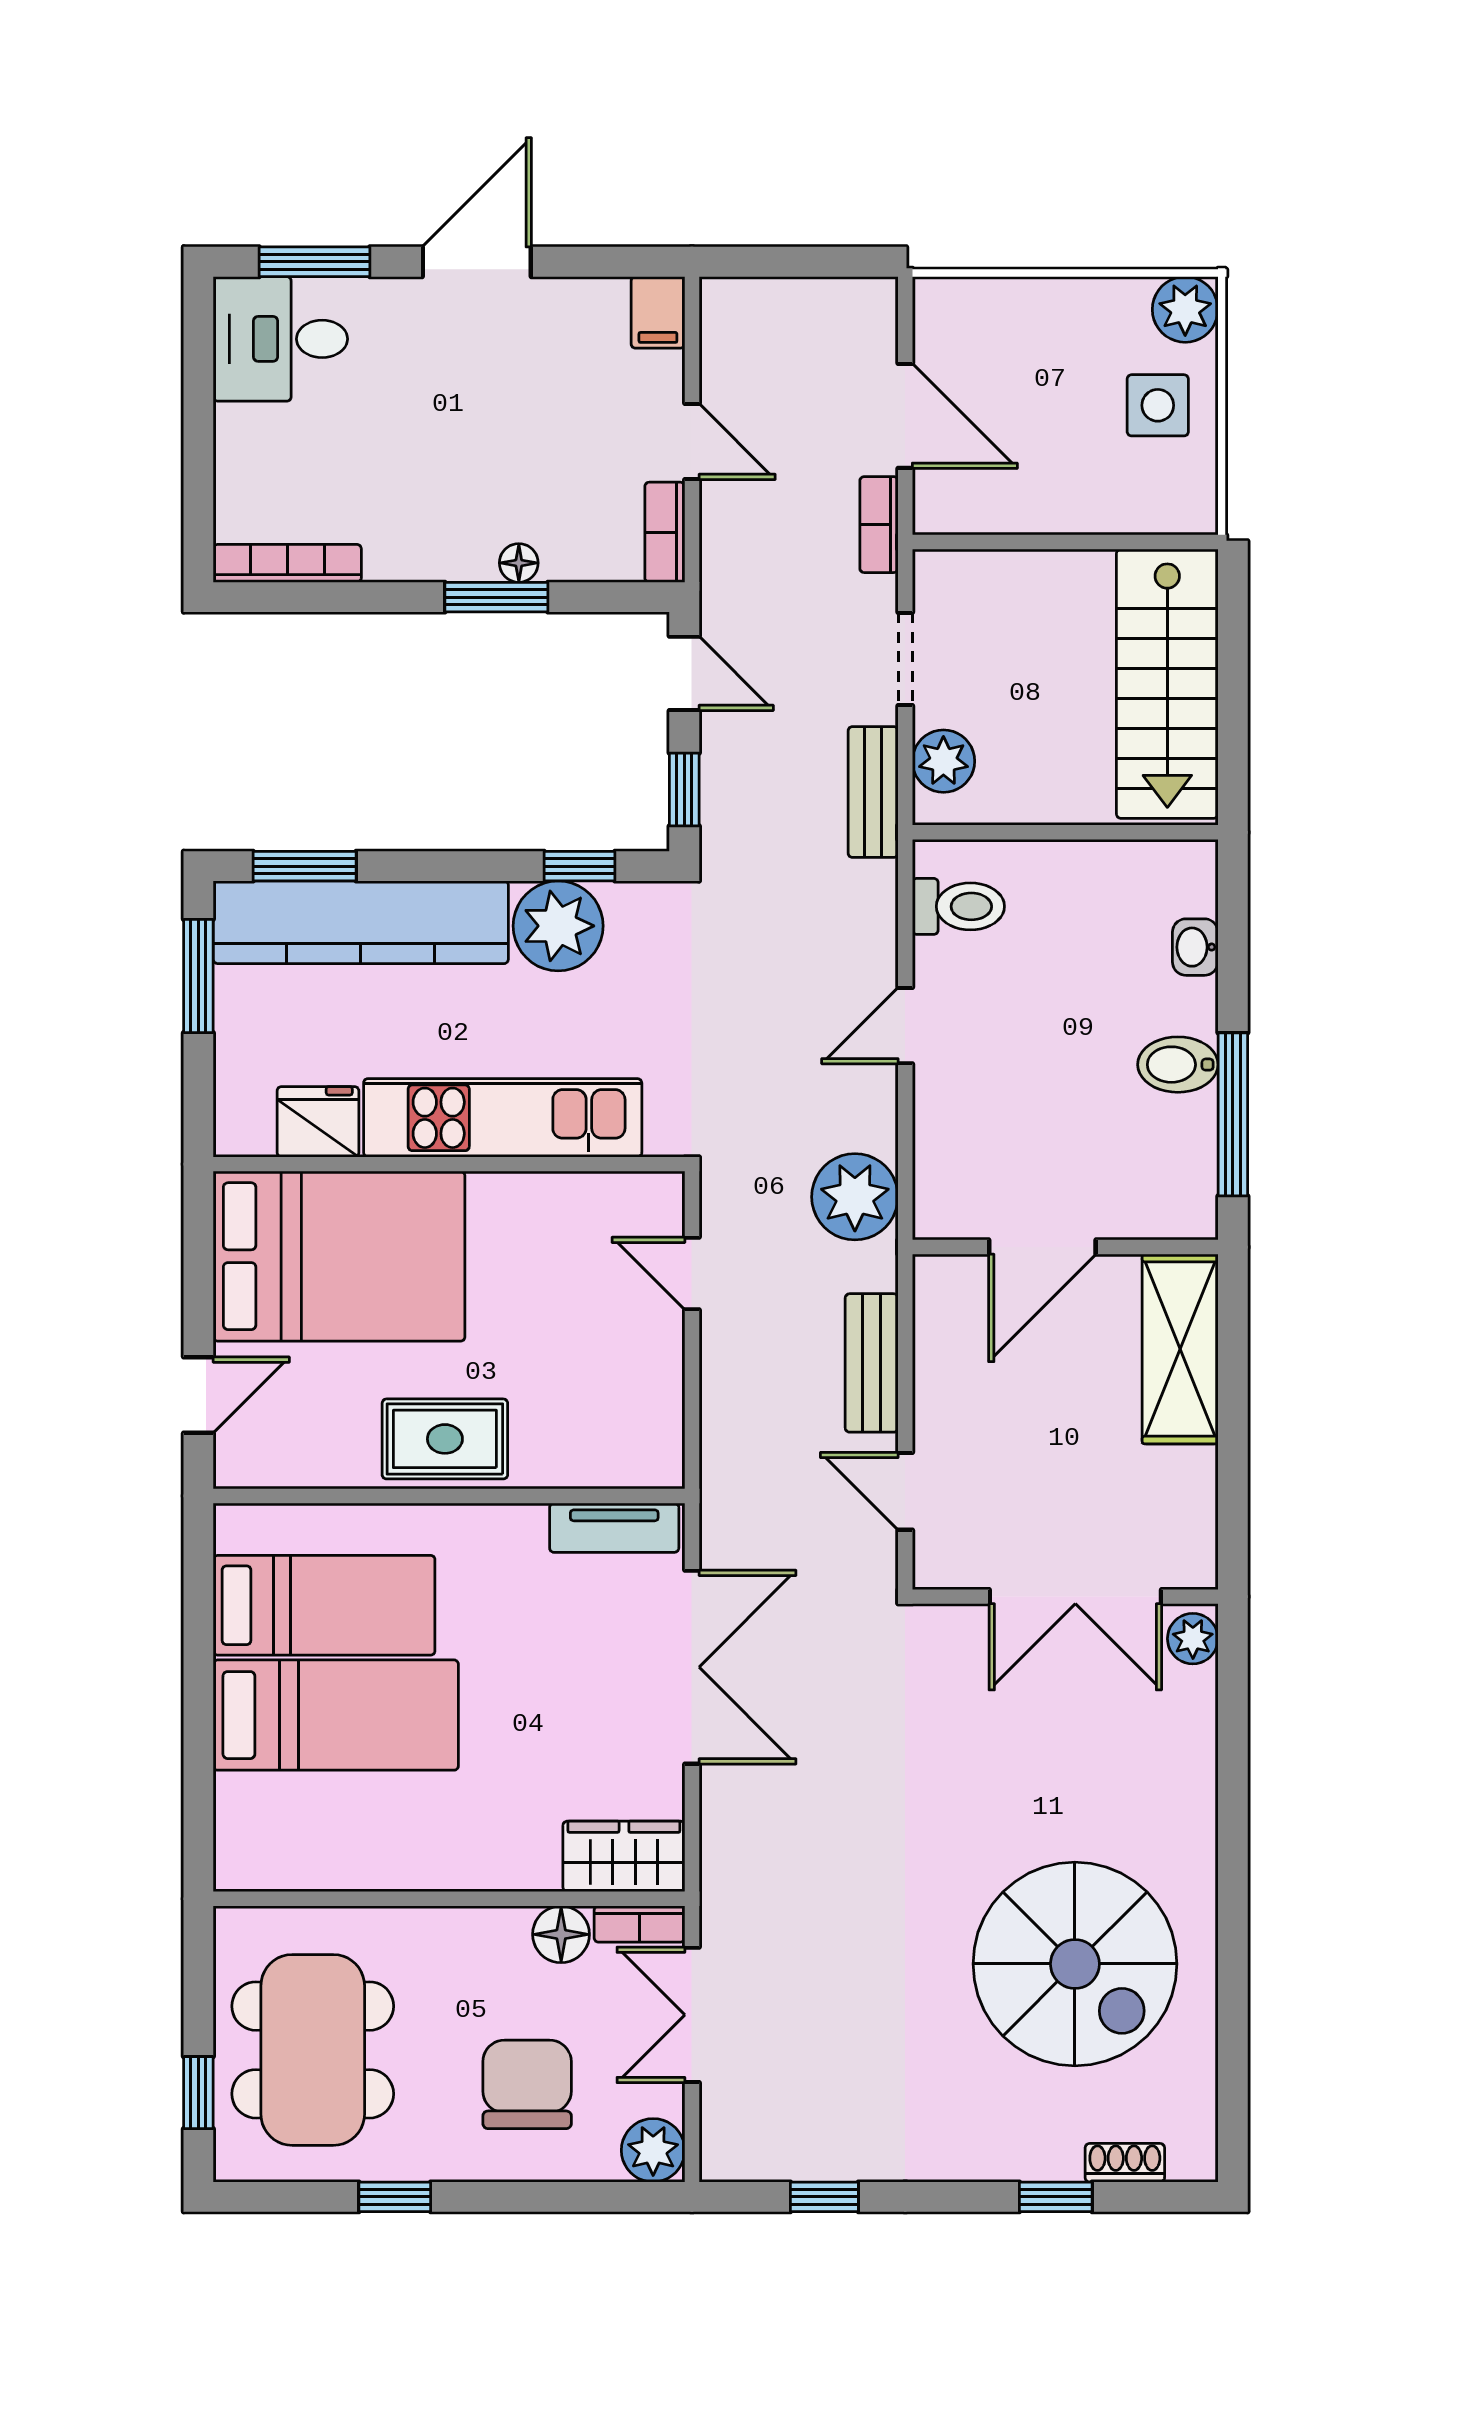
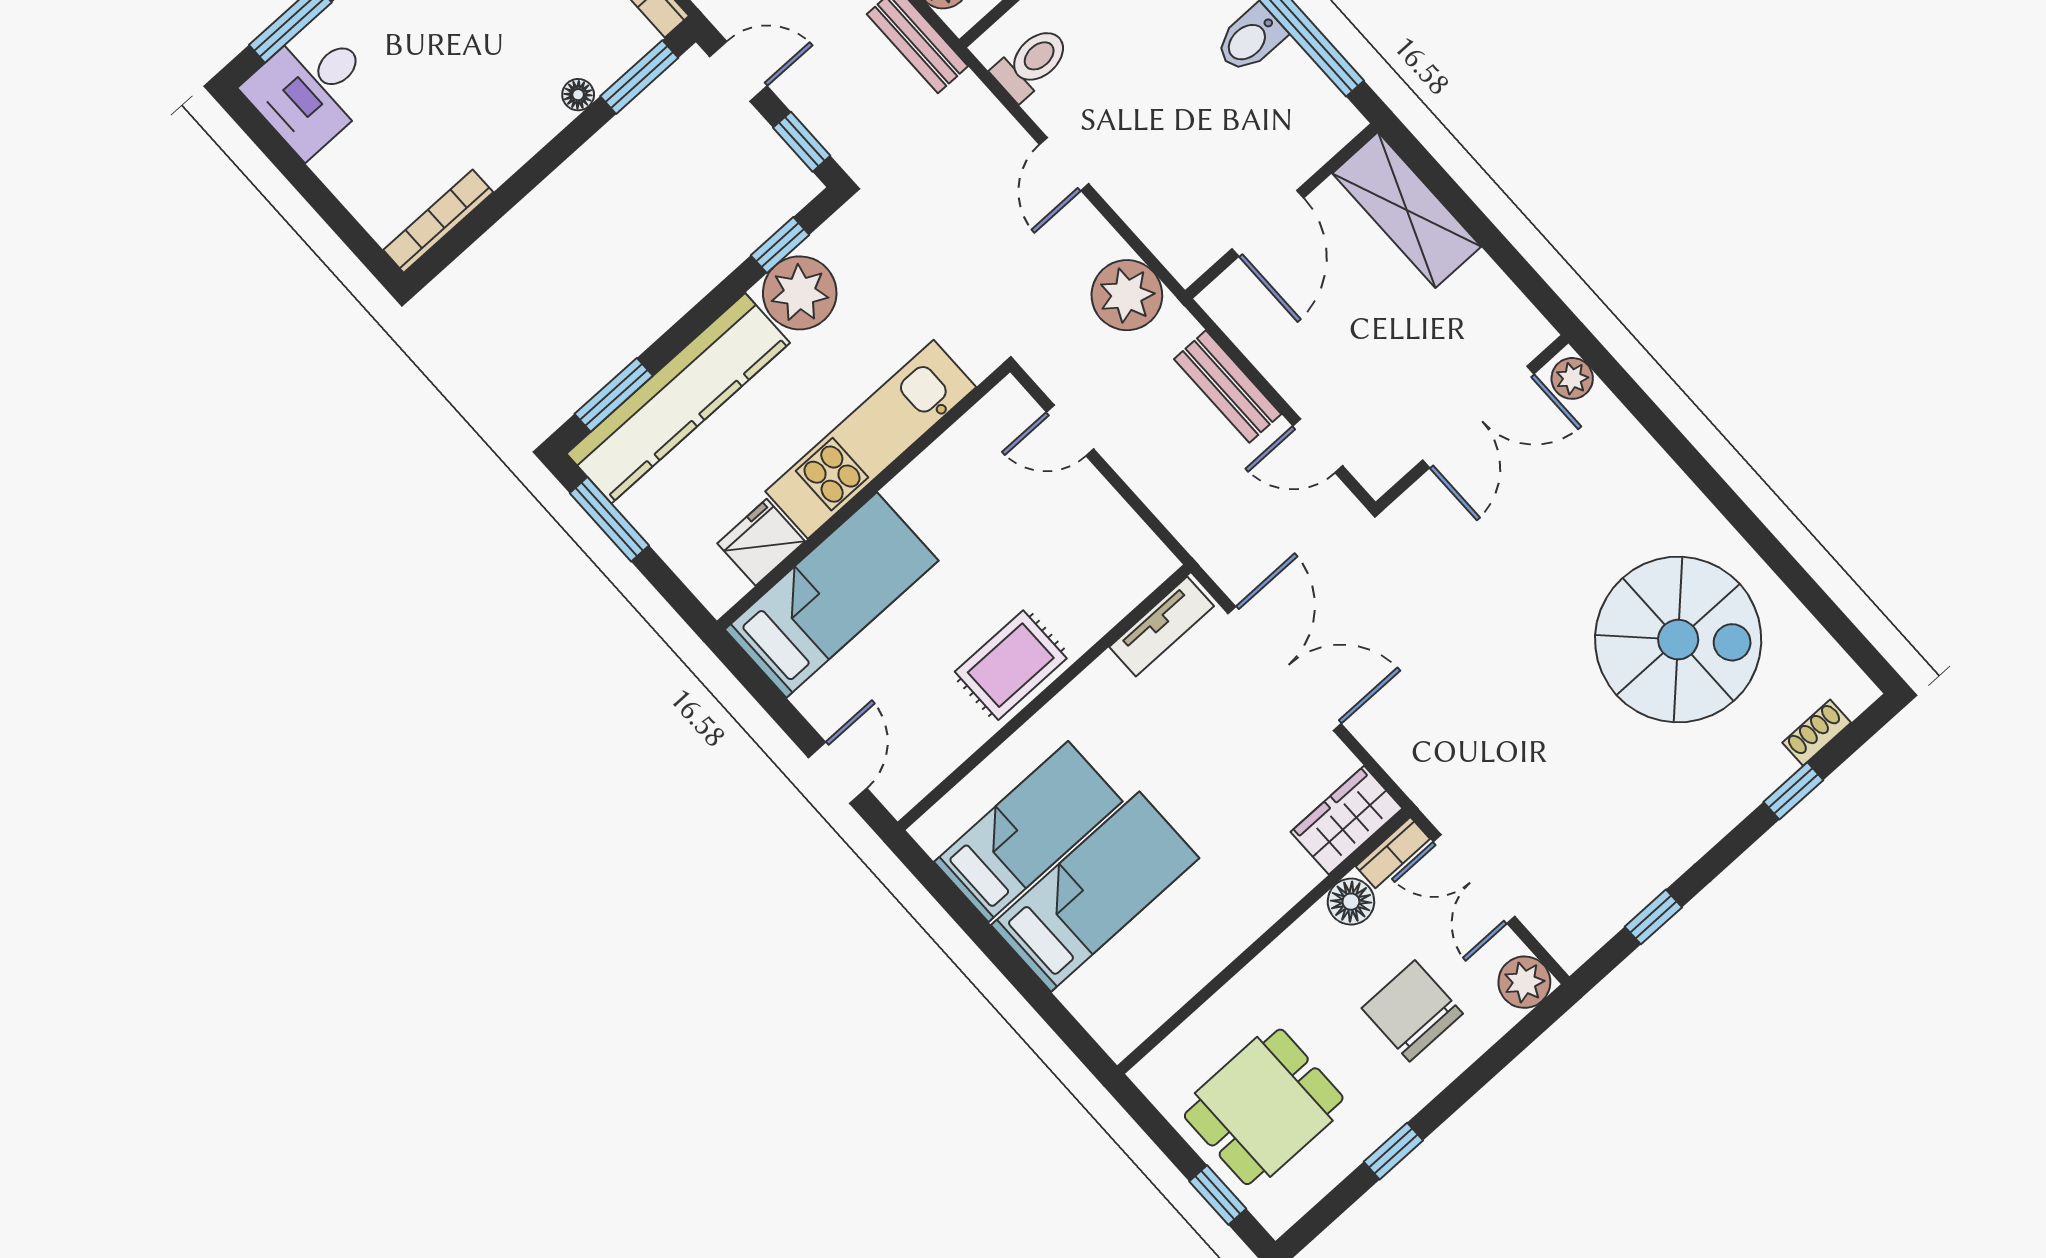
window: (496, 597) -> (639, 77), moved
bed: (339, 1256) -> (832, 595), width x0.67
dining table: (313, 2050) -> (1264, 1107), width x0.73

